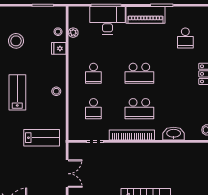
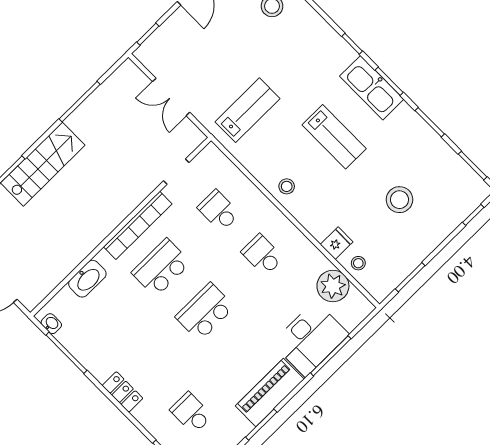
plant: (73, 33) -> (333, 286), width x1.88, depth x1.88
lab bench: (42, 138) -> (247, 110), turned 180

